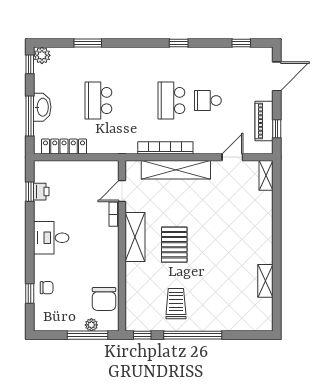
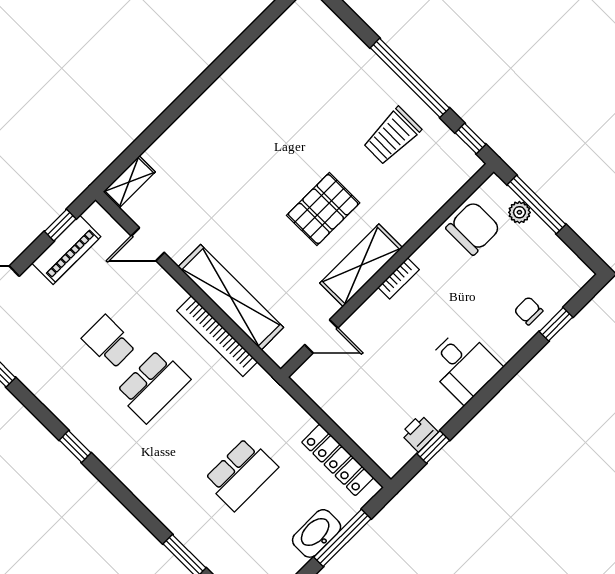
school desk: (208, 101) -> (109, 342), turned 180
bookcase: (114, 214) -> (399, 278), moved
shelving: (265, 281) -> (257, 56), removed

